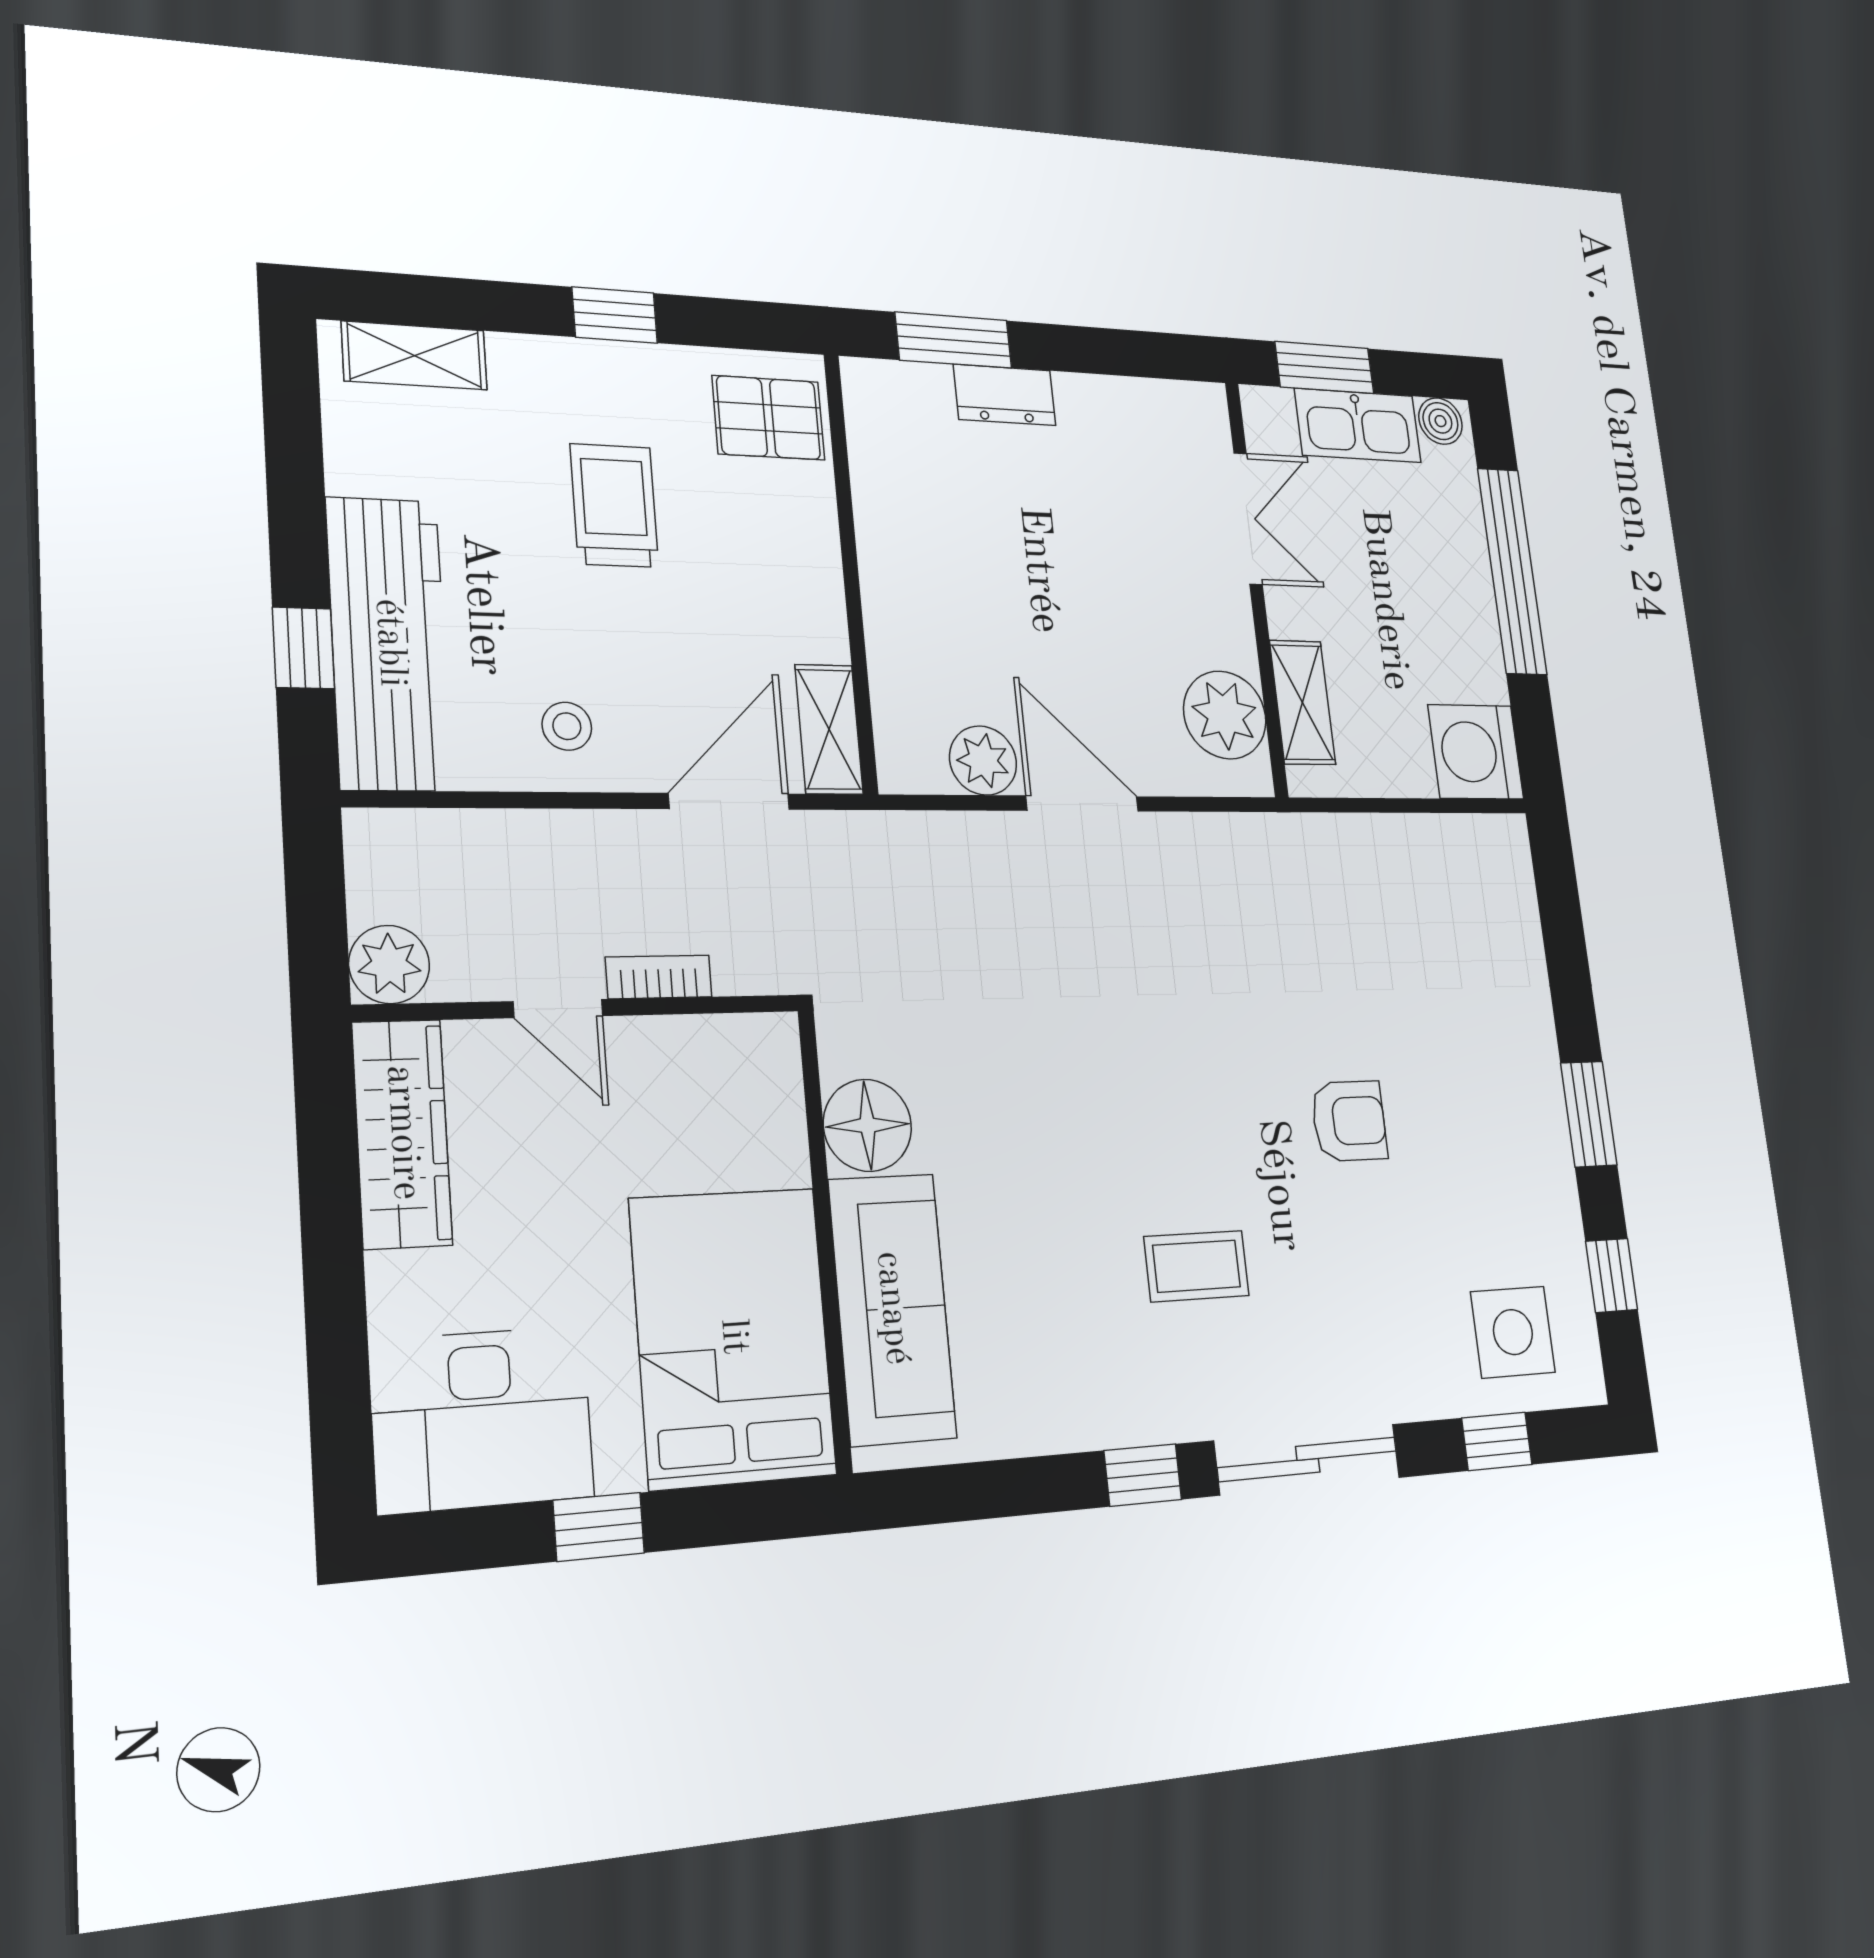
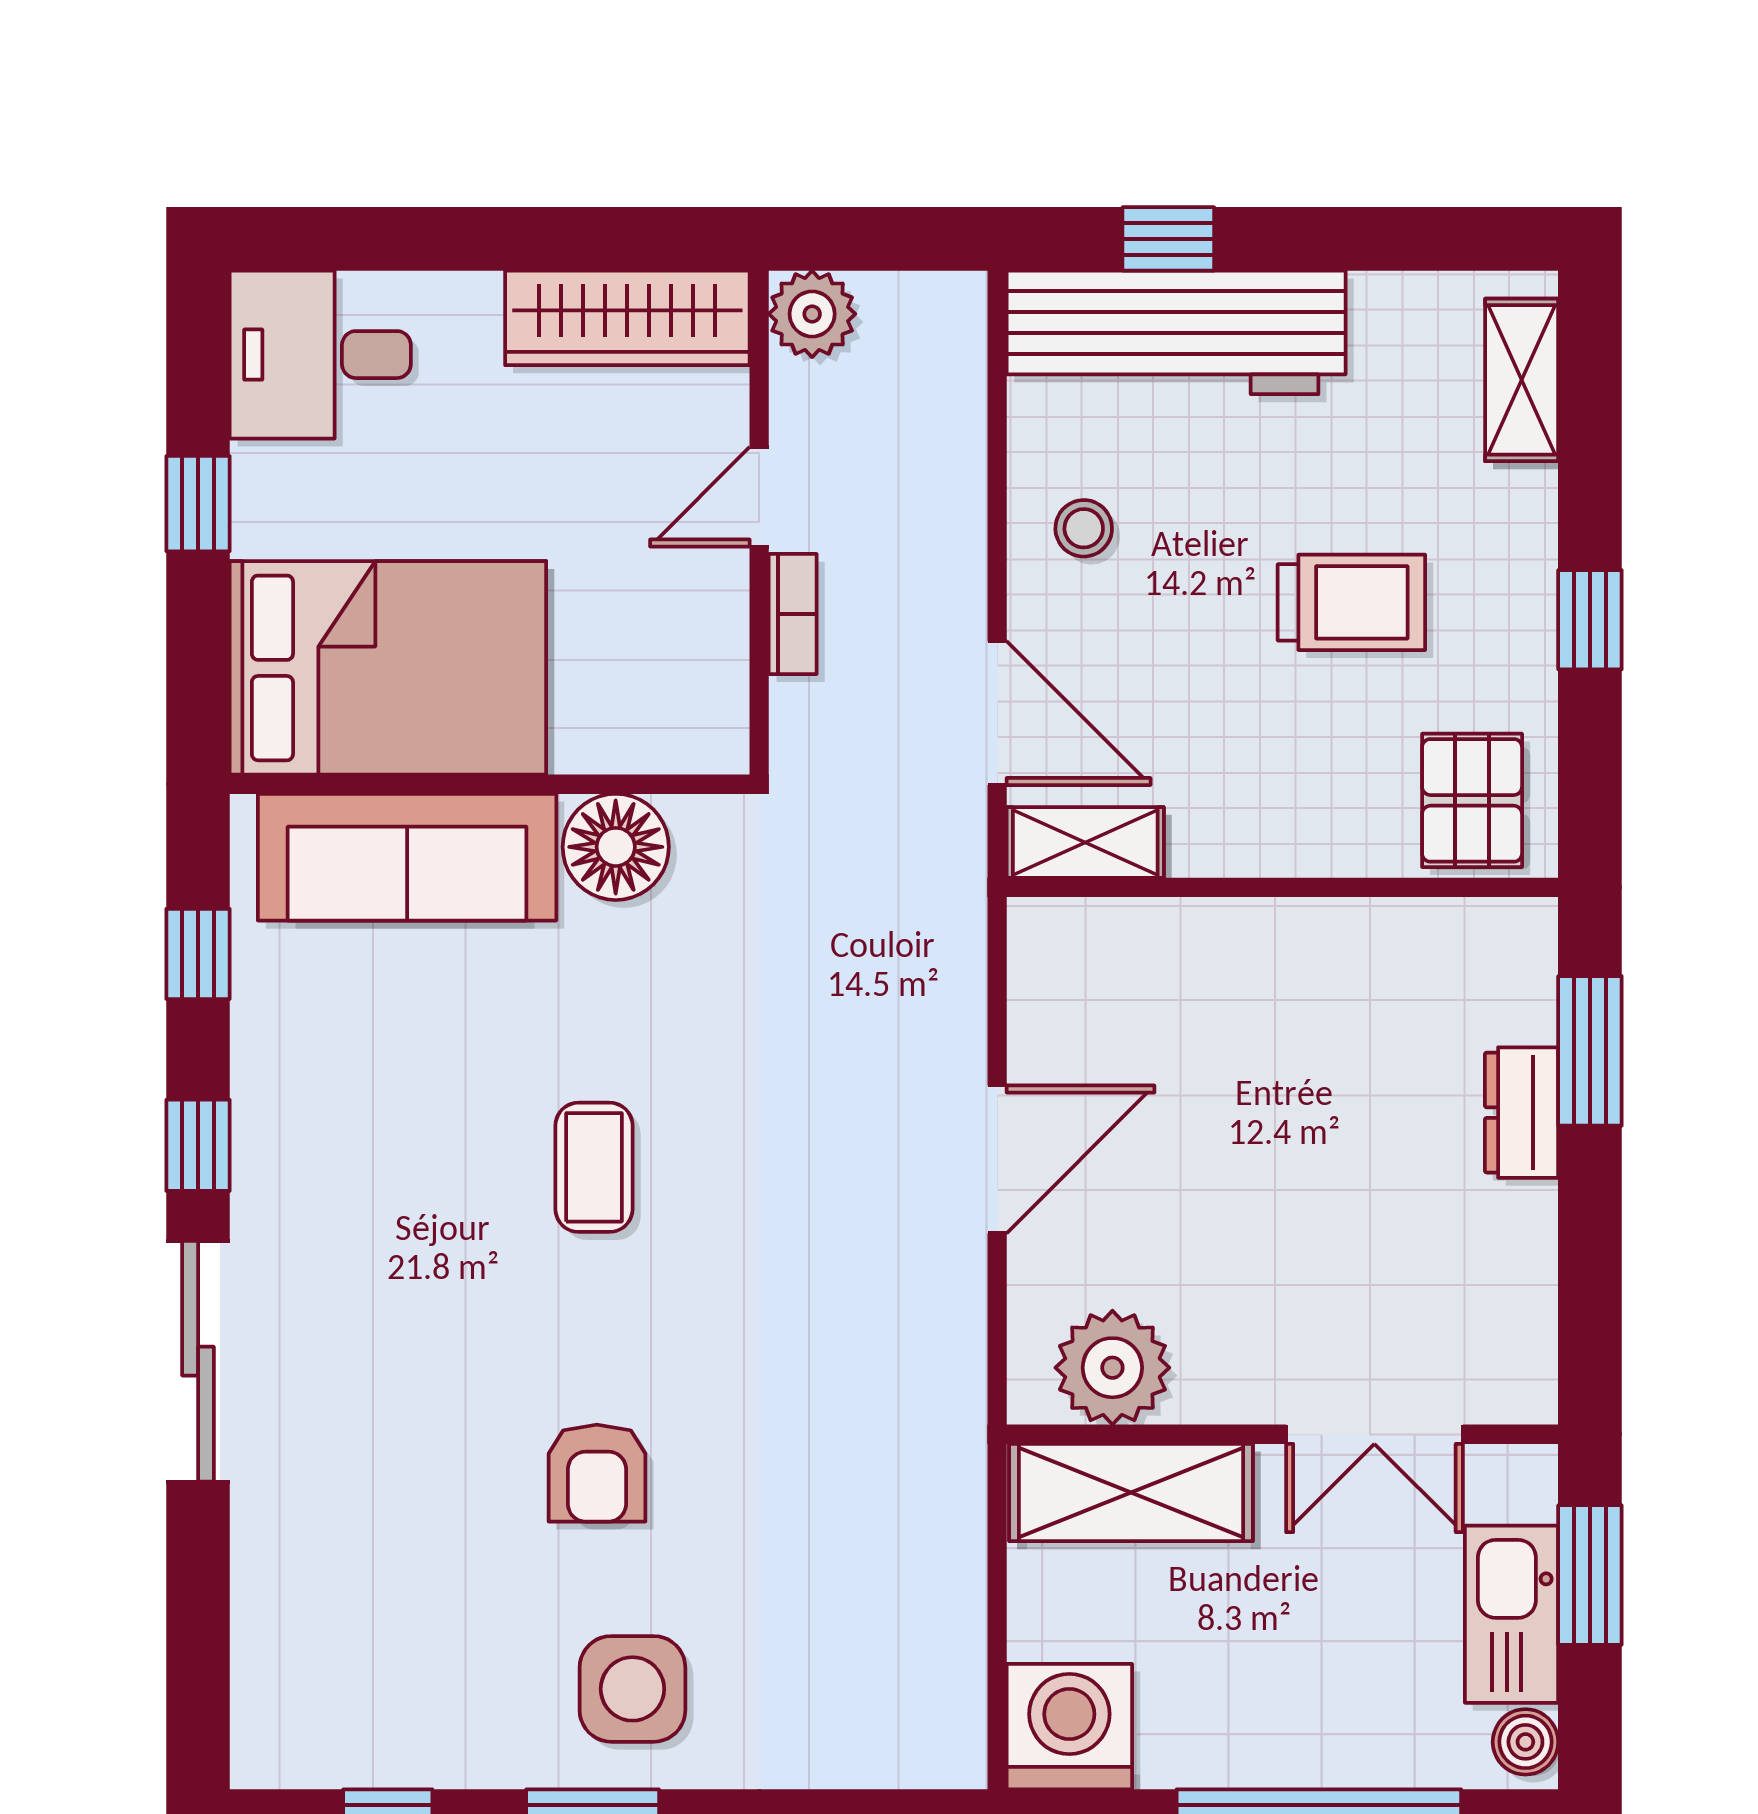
shelving: (1303, 702) -> (1131, 1492), width x1.50, depth x1.33
plant: (983, 760) -> (1050, 1035), removed
coffee table: (1197, 1266) -> (594, 1167), moved
side table: (1513, 1332) -> (632, 1689), moved
desk: (482, 1419) -> (320, 355), width x0.73
window: (1497, 1441) -> (198, 954), moved

